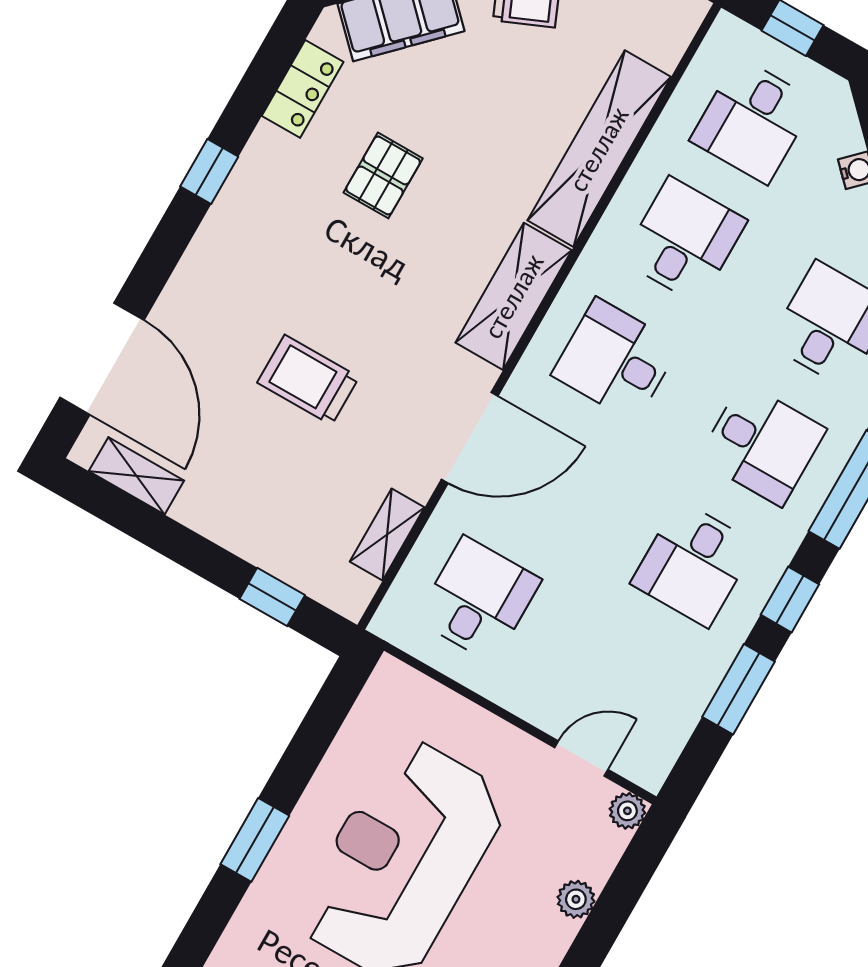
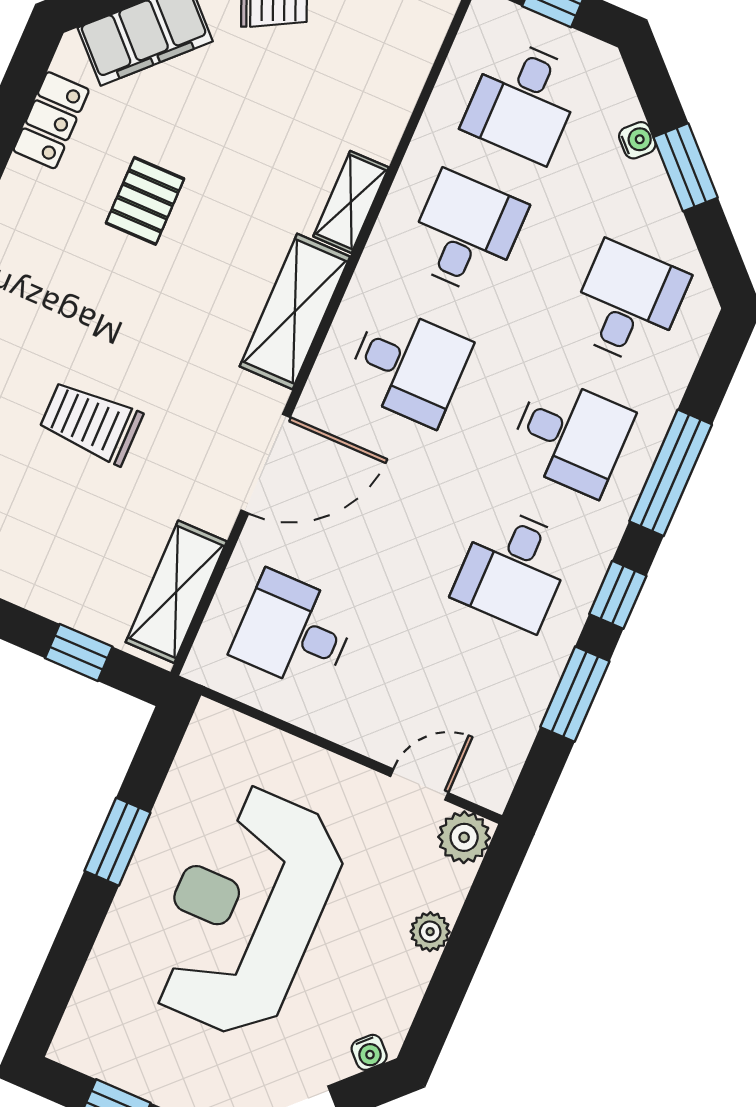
shelving: (599, 149) -> (351, 202), width x0.45, depth x0.75
desk: (616, 360) -> (408, 366), turned 180
shelving: (387, 535) -> (176, 592), width x1.50, depth x1.33
desk: (478, 600) -> (294, 631), turned -90
plant: (627, 811) -> (464, 837), width x1.38, depth x1.38
window: (255, 840) -> (117, 842), moved

